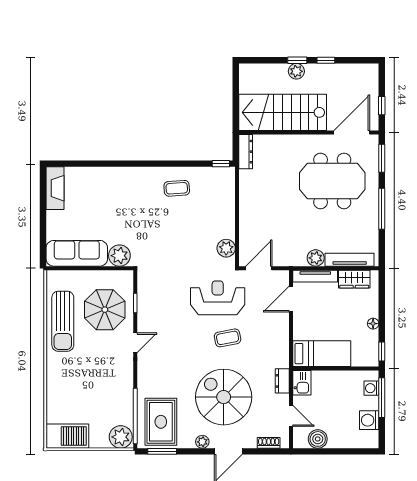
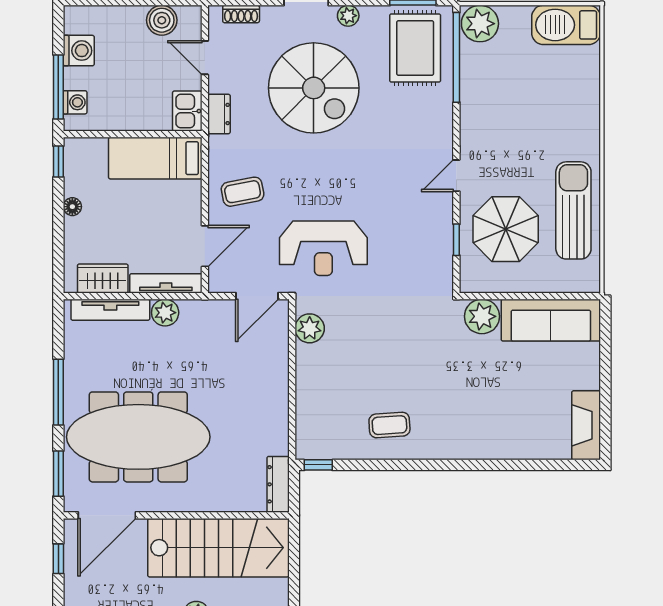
meeting table: (332, 181) -> (138, 437), width x1.36
coffee table: (228, 338) -> (243, 192), moved

